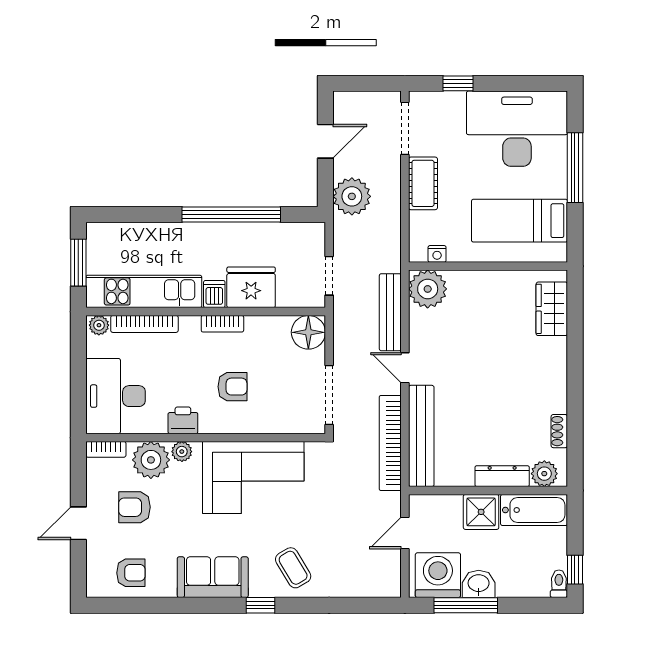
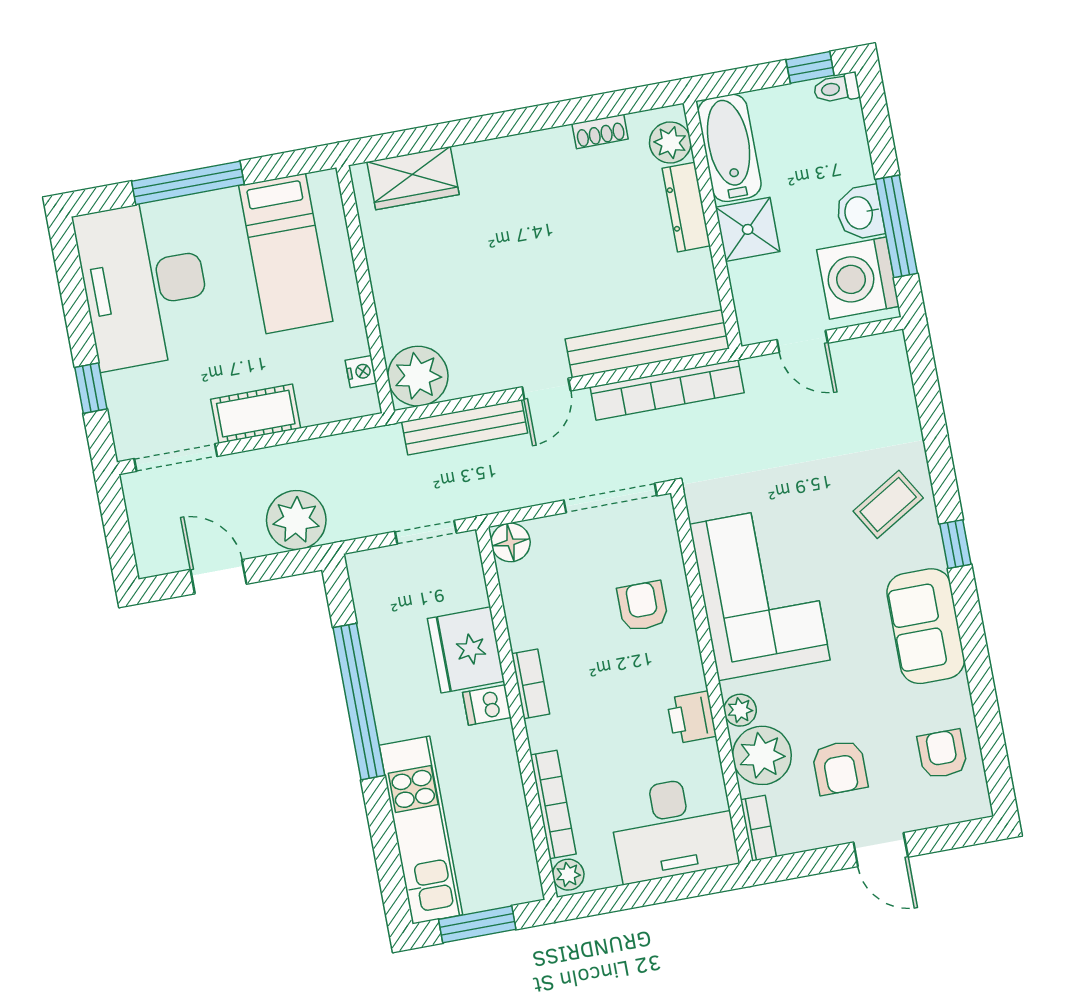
kitchen unit: (144, 291) -> (421, 830), moved, turned 180
floor lamp: (308, 332) -> (511, 542), width x0.73, depth x0.73
armchair: (232, 387) -> (643, 606), moved

